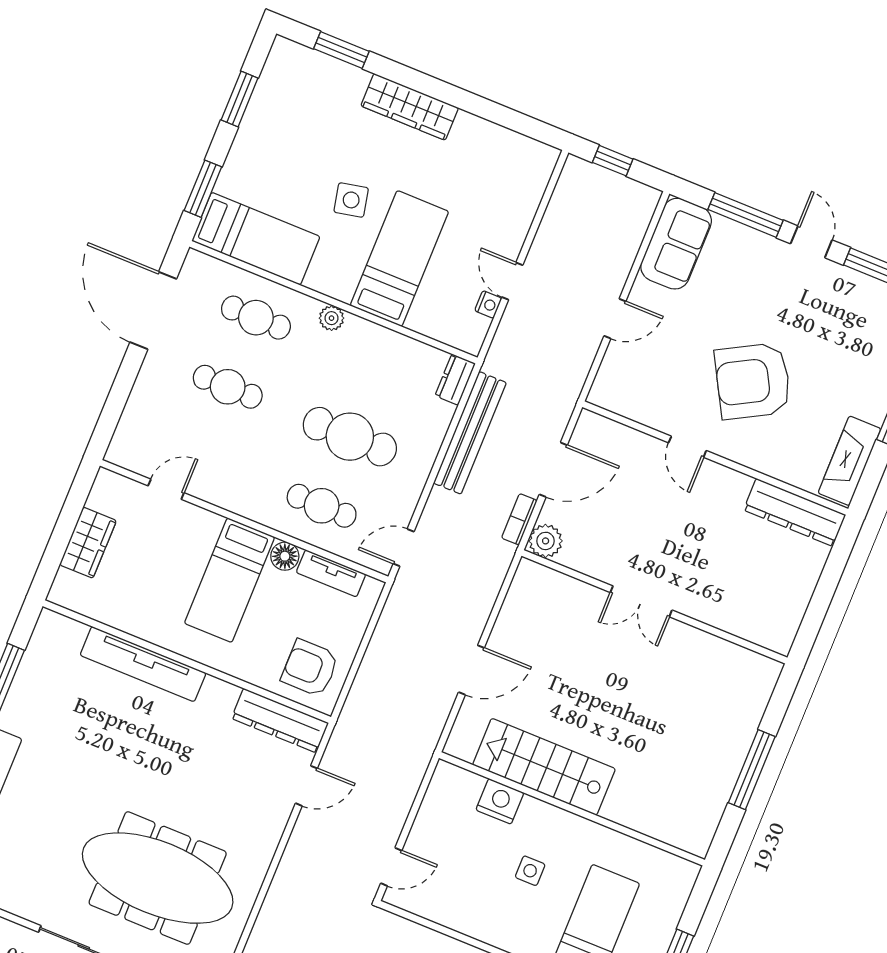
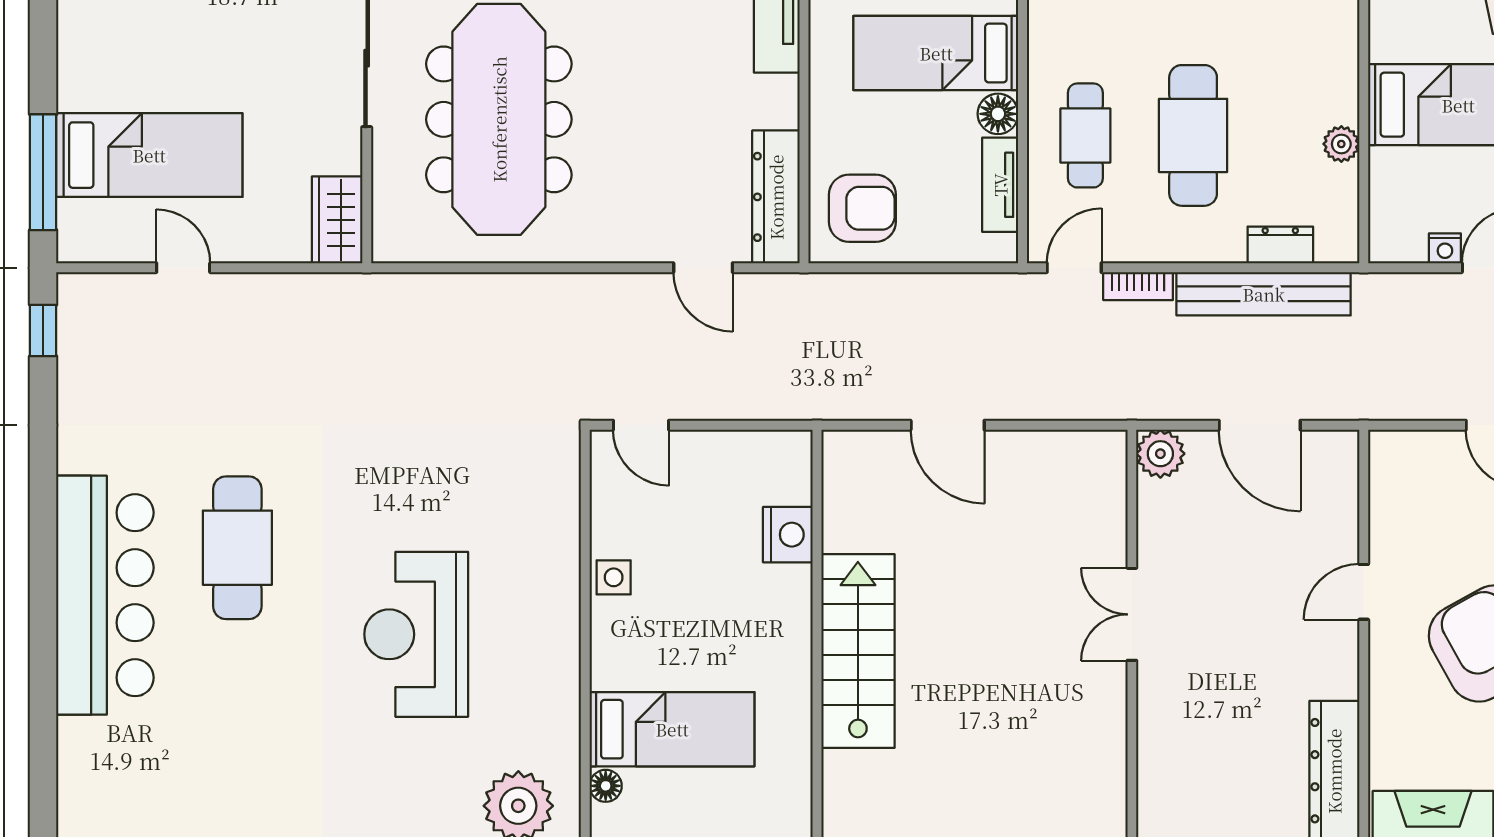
plant: (332, 318) -> (1341, 144), moved
dresser: (455, 380) -> (1280, 245), moved
bookcase: (519, 519) -> (1138, 286), moved, turned 180
door: (404, 548) -> (1074, 268), hinge flipped
armchair: (310, 668) -> (862, 208), turned 90
stairs: (544, 767) -> (858, 651), moved
side table: (530, 871) -> (614, 577), moved

